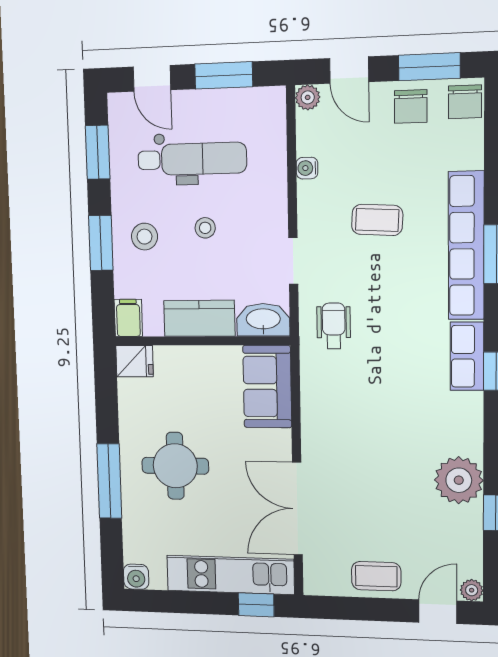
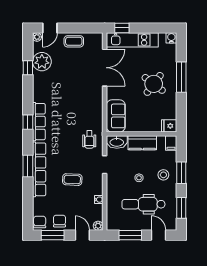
row of seats: (467, 356) -> (39, 122), width x1.48
round table: (175, 466) -> (154, 84), turned 37
plant: (459, 480) -> (42, 62), moved

